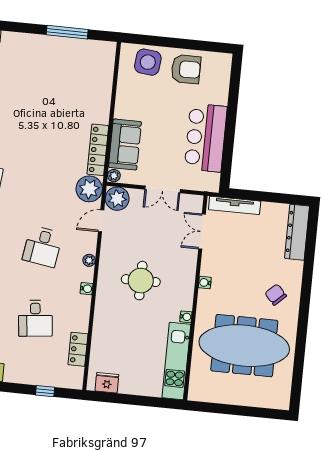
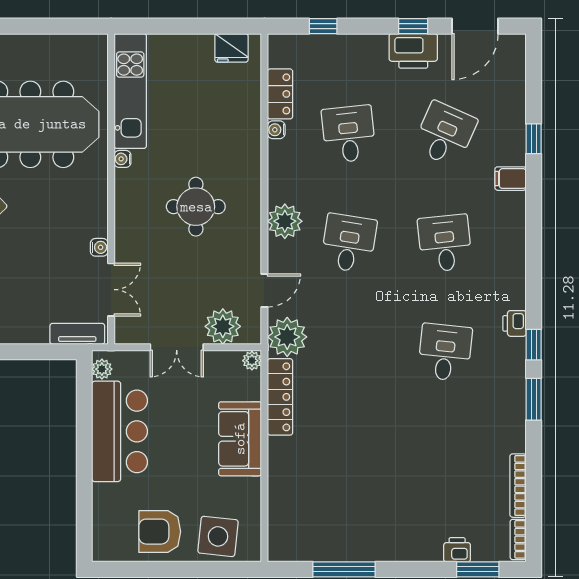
sofa: (125, 144) -> (240, 439), moved
plant: (213, 180) -> (102, 369), added
double door: (163, 189) -> (177, 347), swing flipped
plant: (117, 199) -> (223, 326), moved
tv unit: (235, 205) -> (77, 334), width x0.71
plant: (89, 260) -> (285, 221), width x1.87, depth x1.87
water cooler: (205, 283) -> (99, 247), moved
water cooler: (87, 289) -> (276, 130), moved

